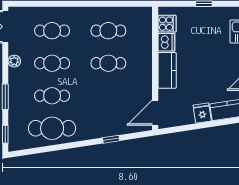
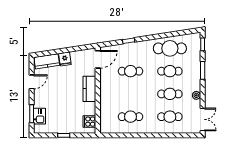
dishwasher: (166, 42) -> (90, 109), removed
cafe table: (108, 63) -> (131, 71), moved

